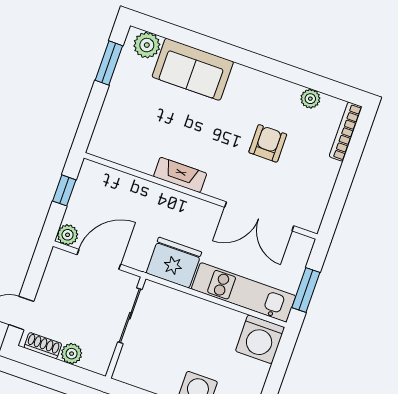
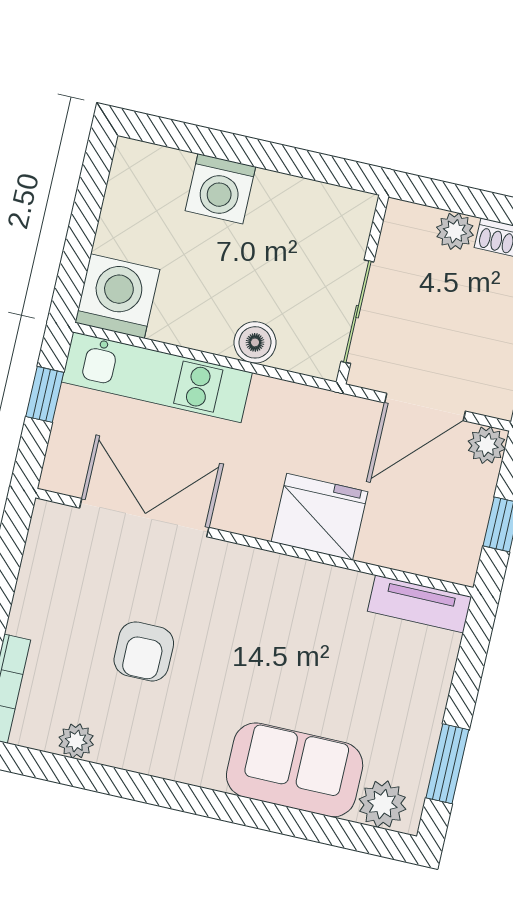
tv unit: (114, 152) -> (420, 604), added
fireplace: (180, 175) -> (296, 576), removed
fridge: (174, 263) -> (320, 517), moved, turned 180
window: (306, 290) -> (45, 394), width x0.67
boiler: (188, 305) -> (255, 342), added

